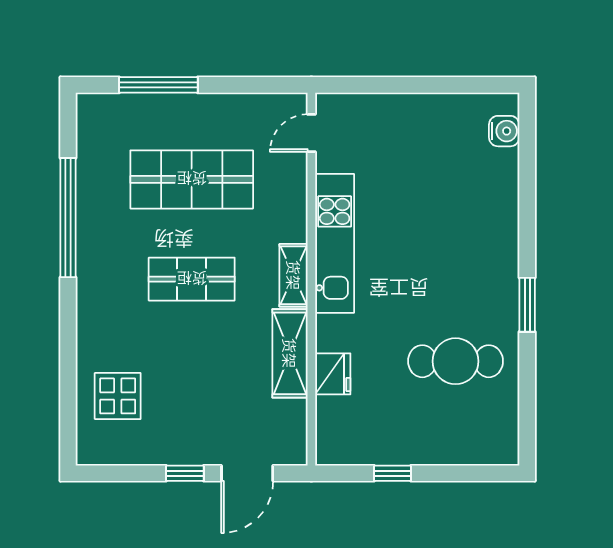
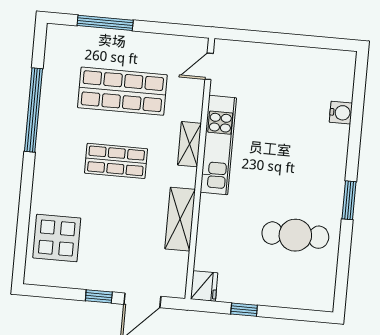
water cooler: (504, 131) -> (341, 113), moved
shelving: (294, 275) -> (189, 144), moved
fridge: (333, 374) -> (204, 286), moved
display table: (118, 396) -> (57, 238), width x1.36, depth x1.36

